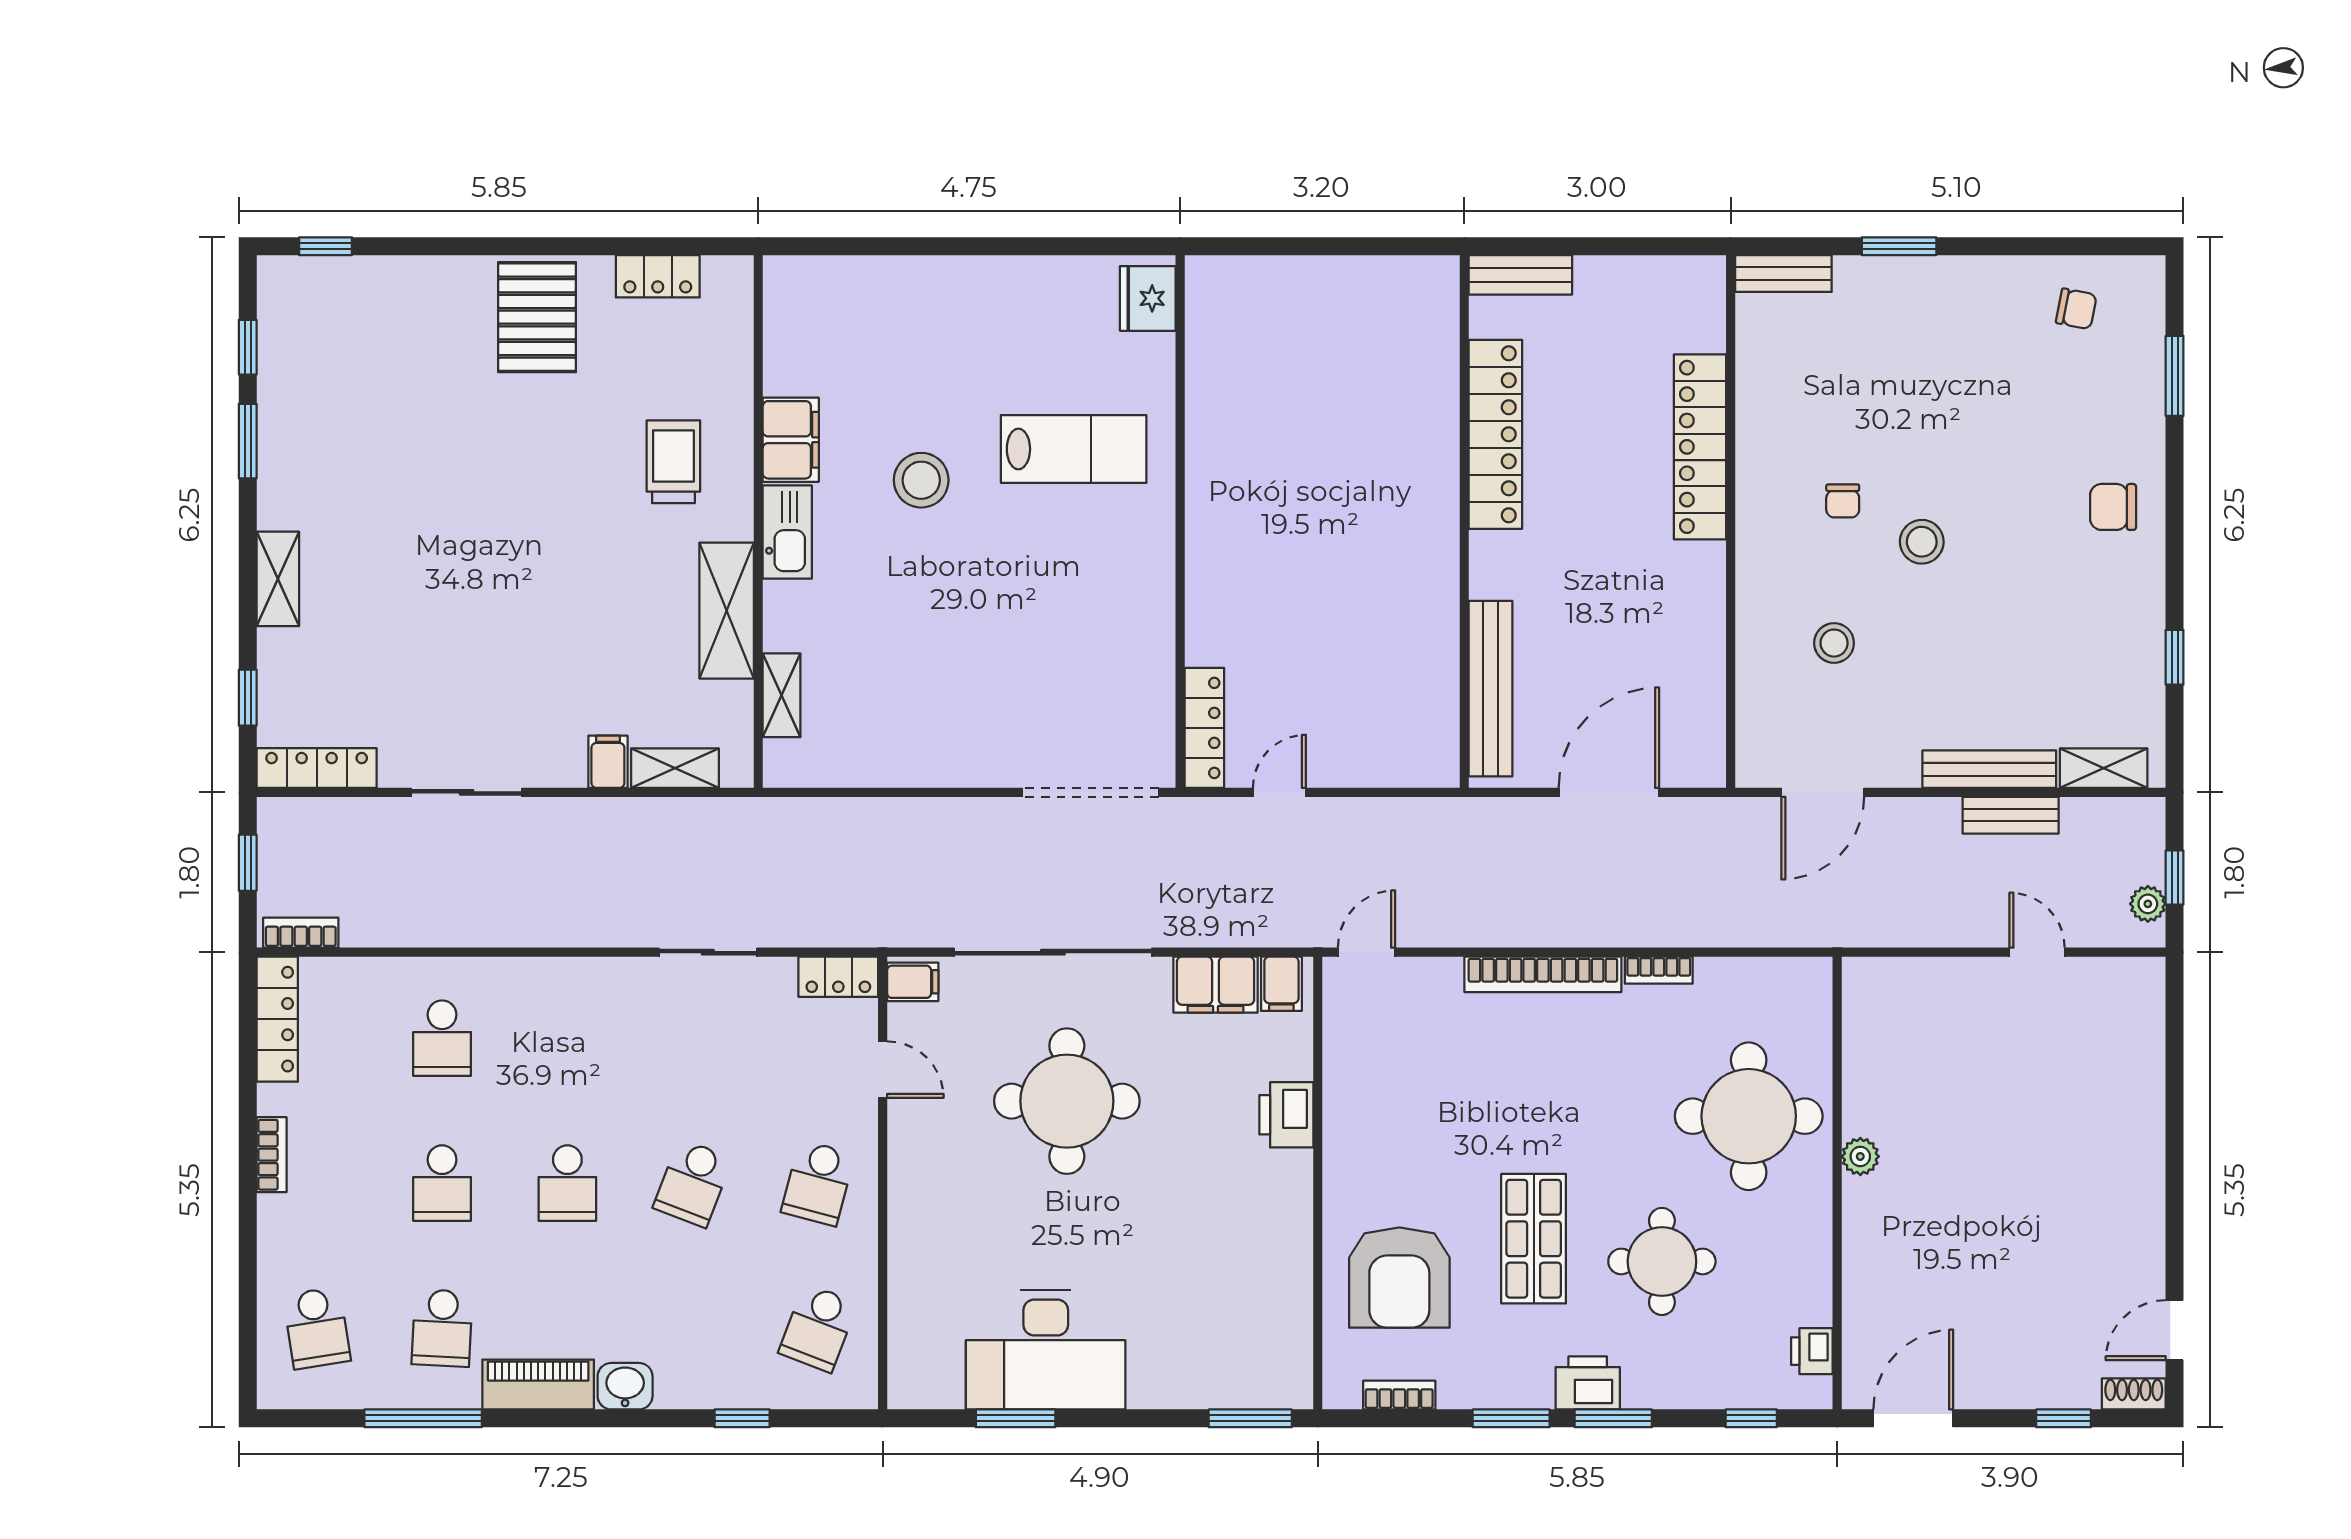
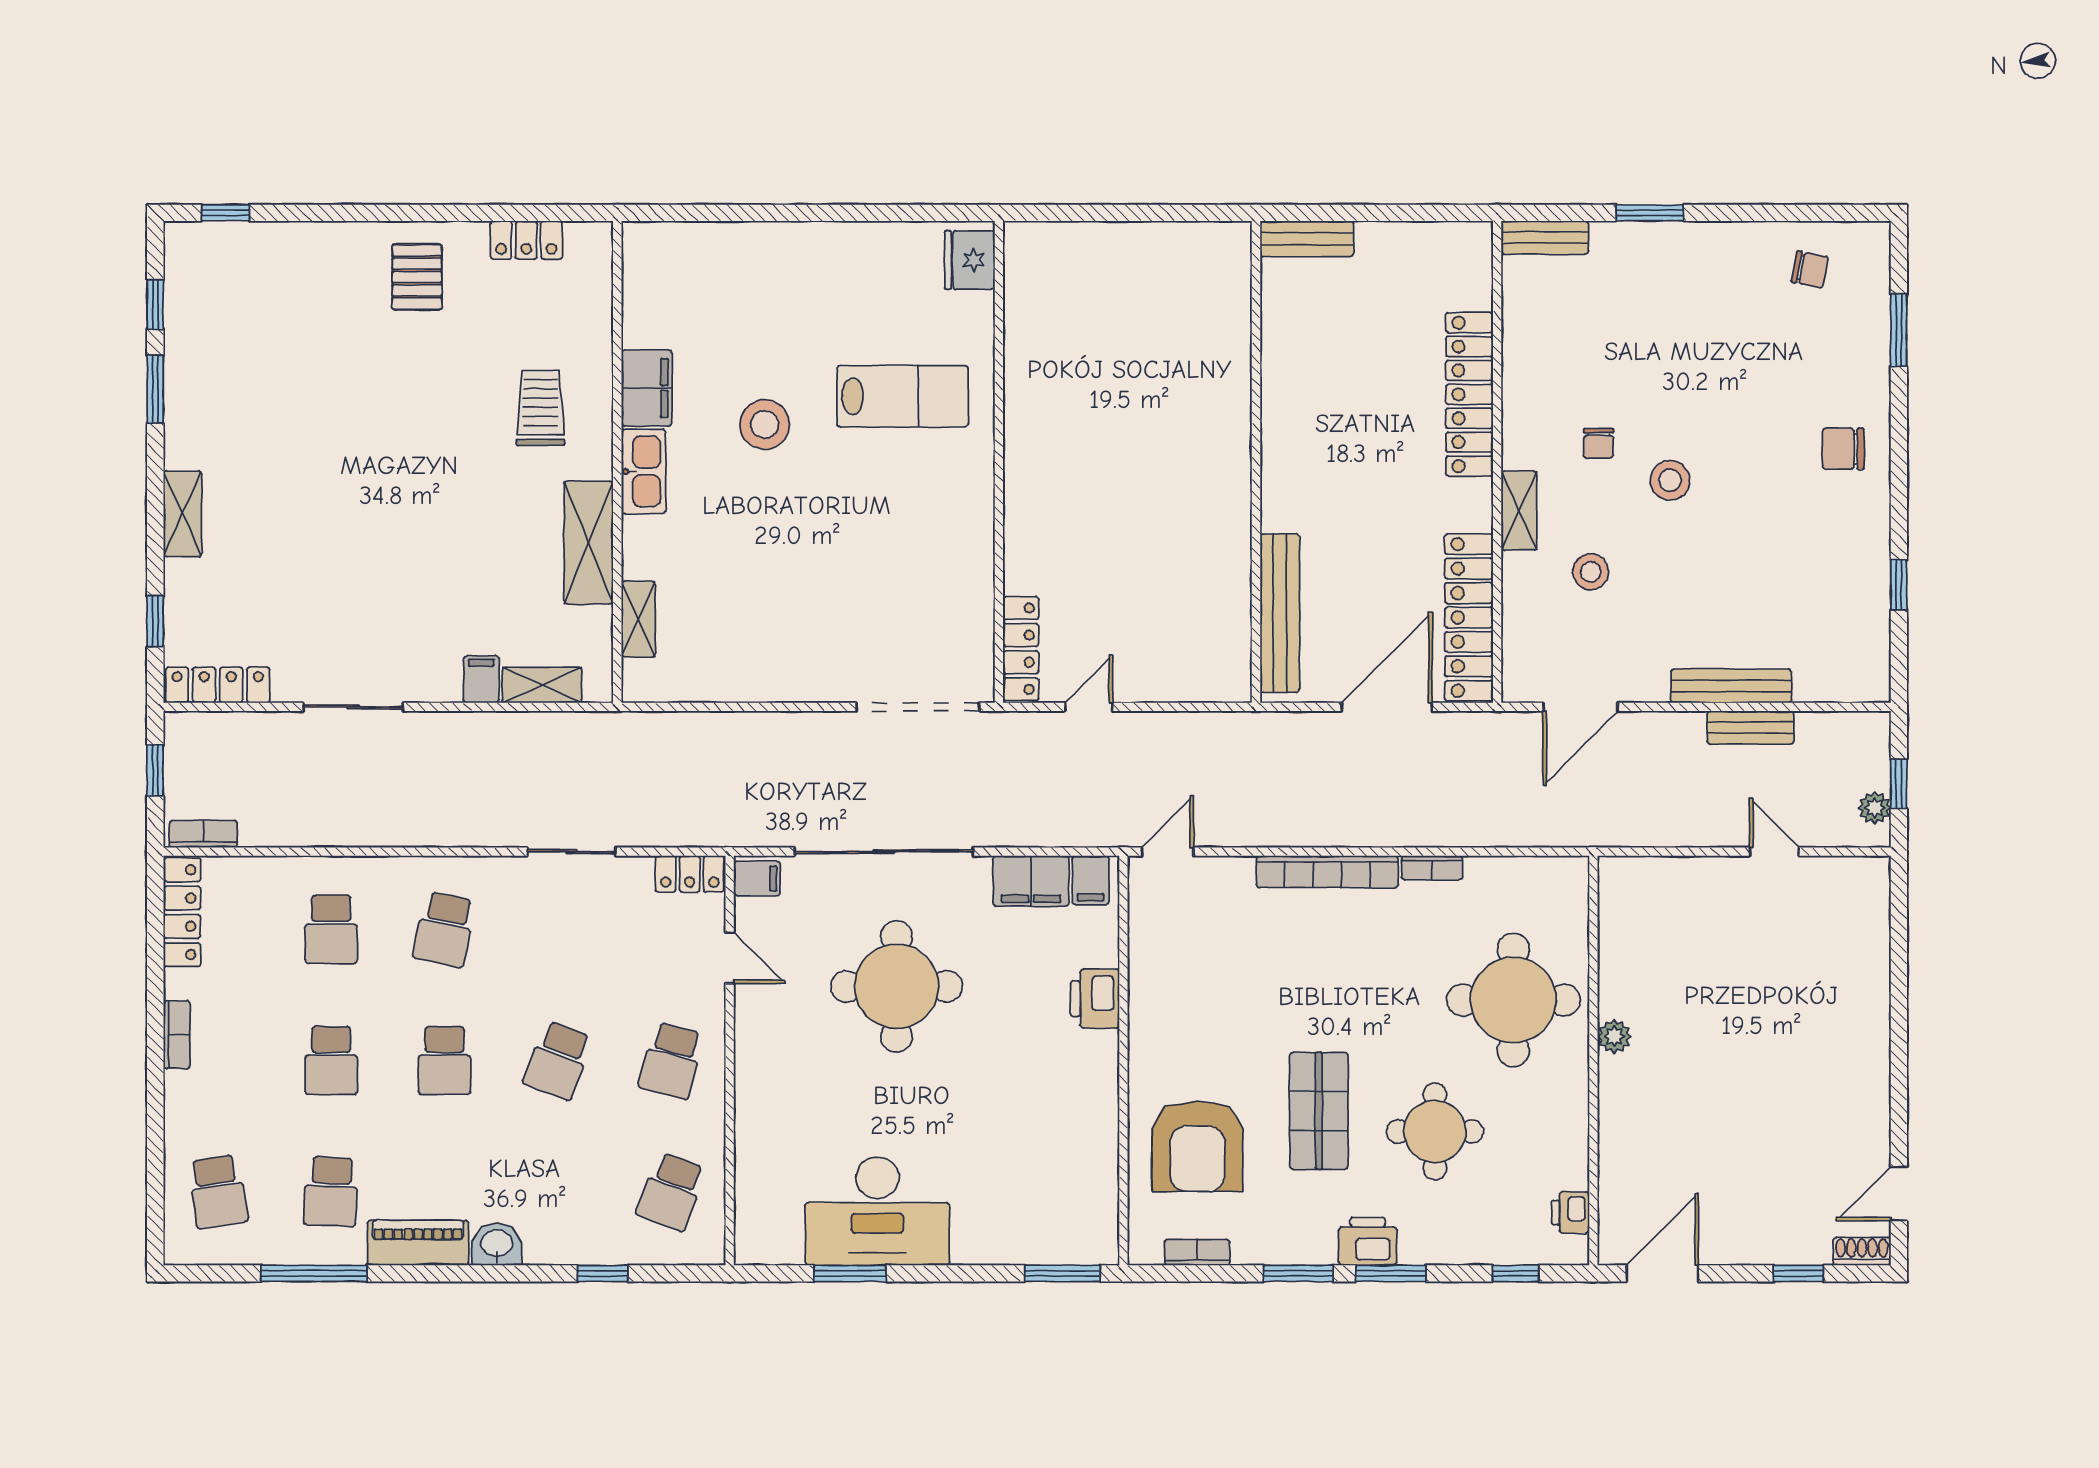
pallet: (537, 317) -> (417, 277), width x0.67, depth x0.71
locker: (1495, 434) -> (1469, 617), moved, turned 180
shelving: (2104, 768) -> (1519, 511), moved, turned 90
school desk: (567, 1038) -> (444, 929), added

